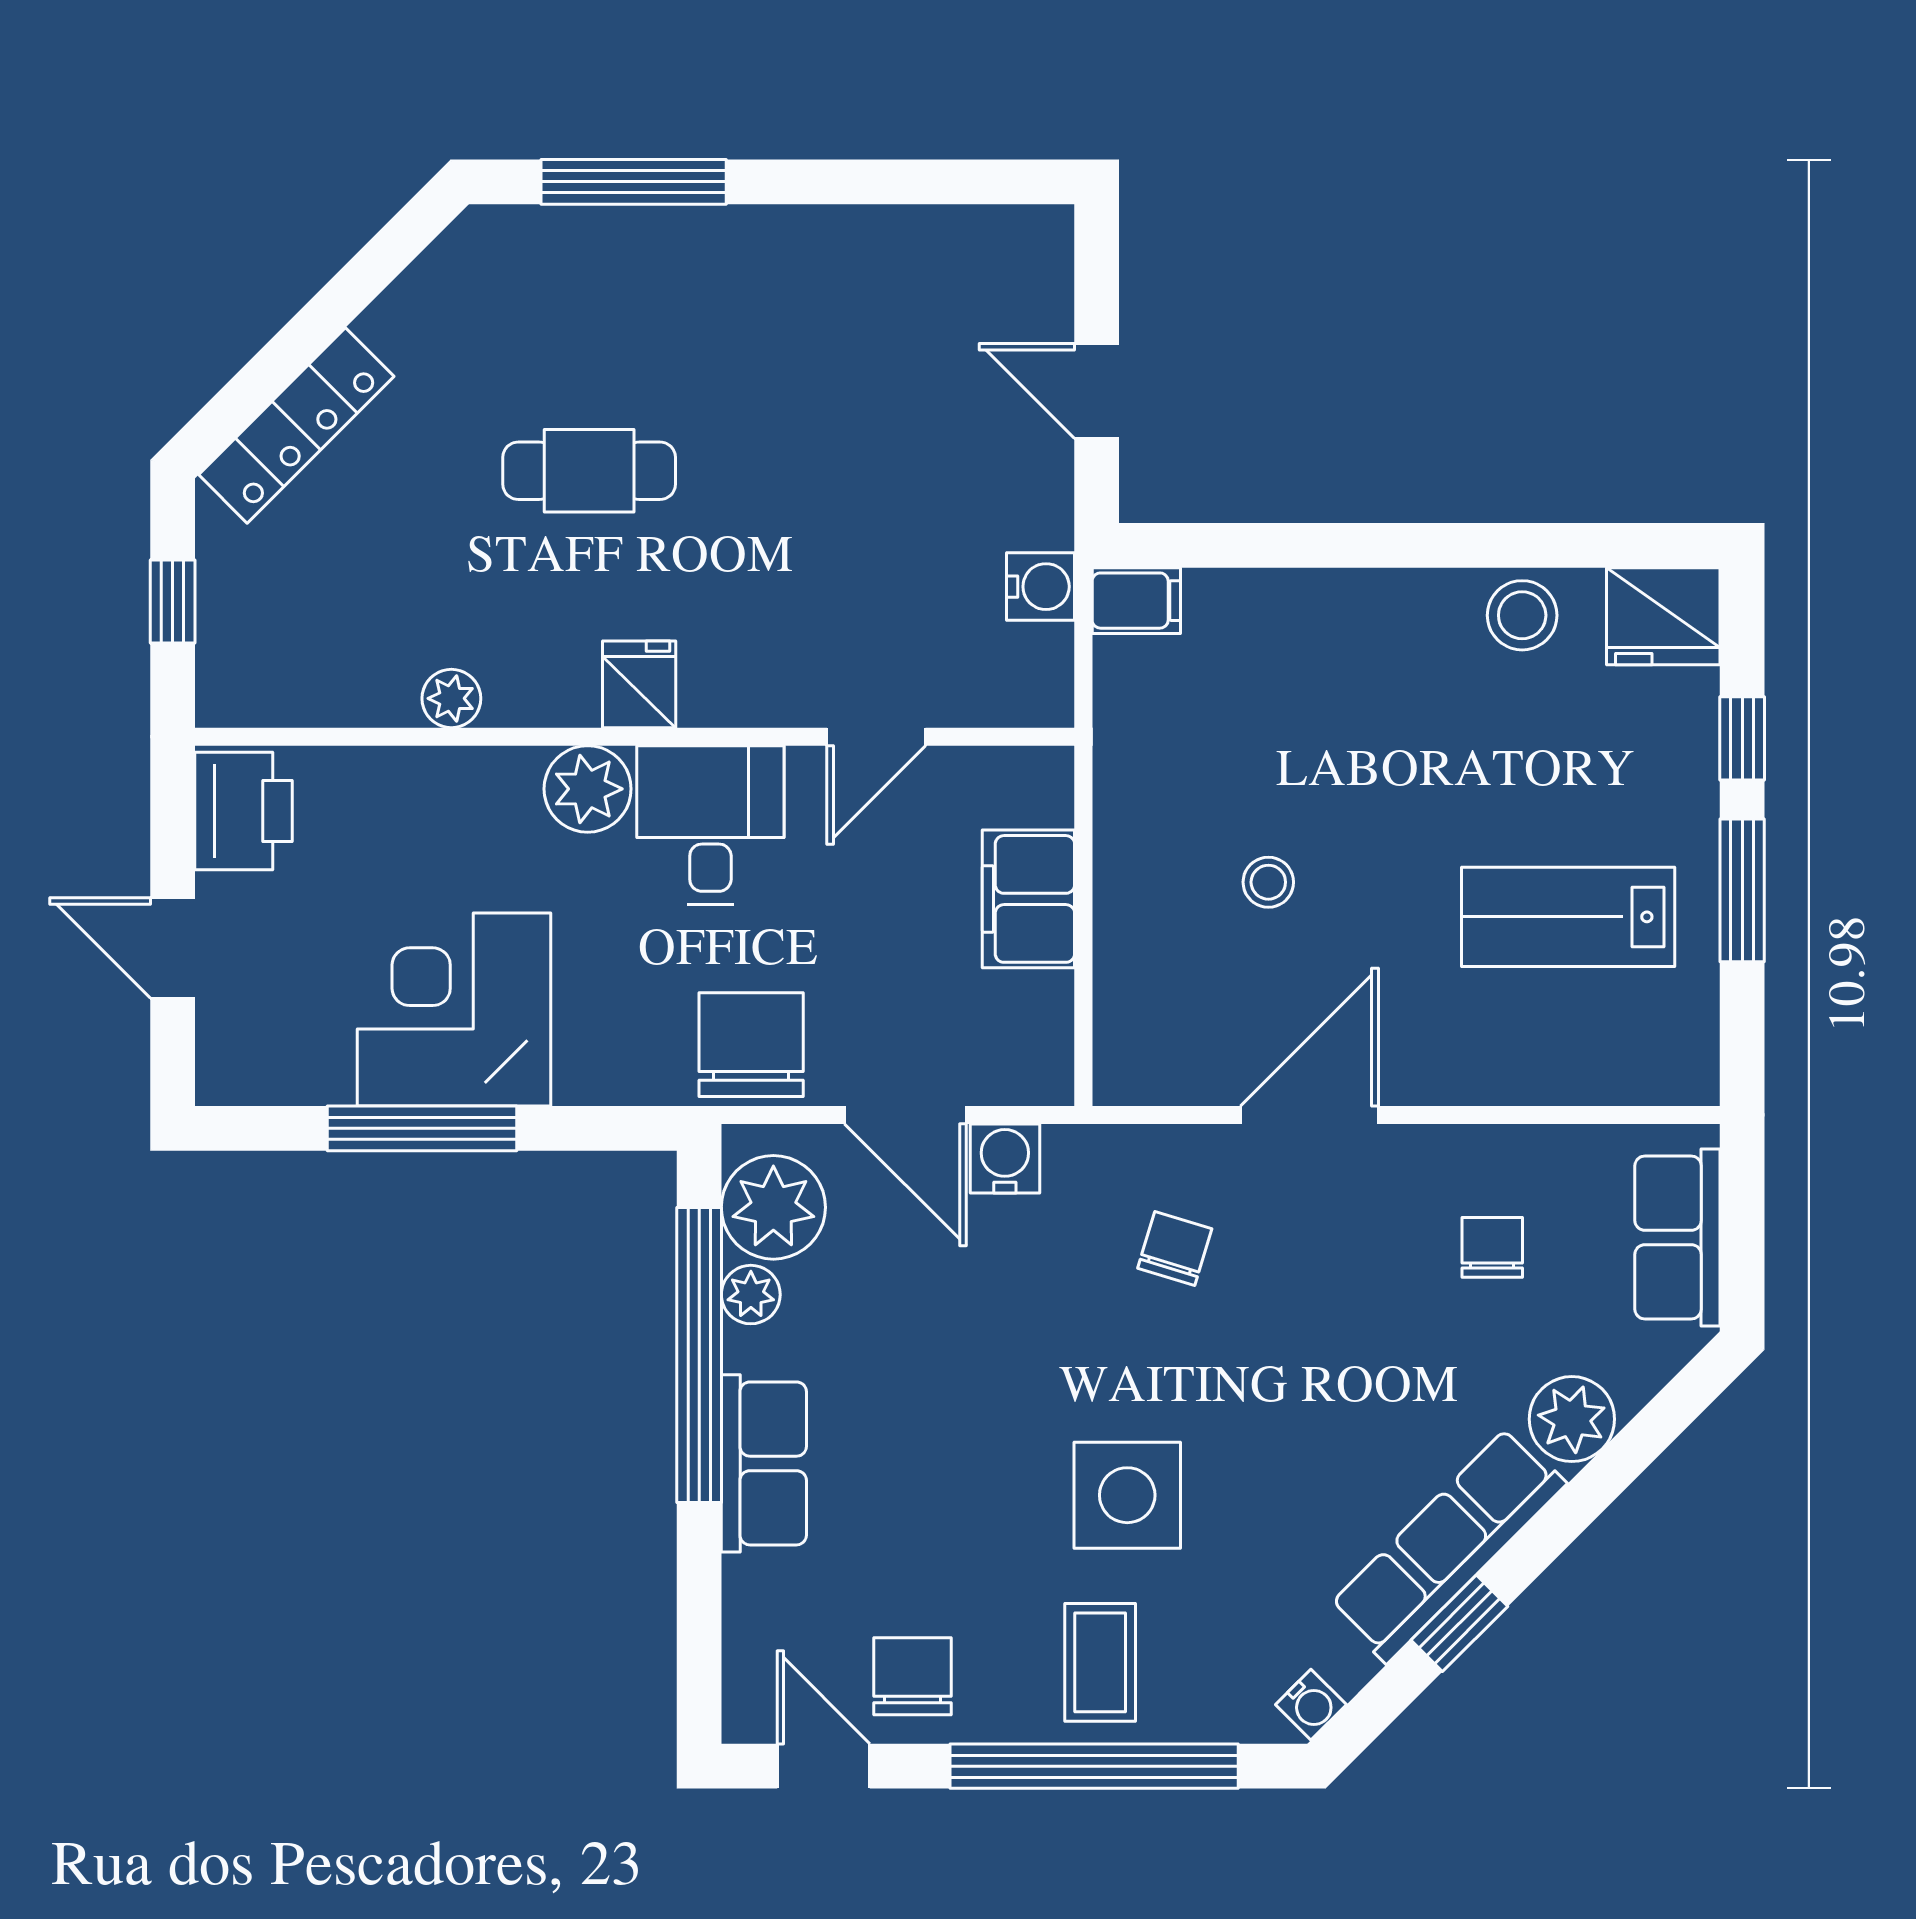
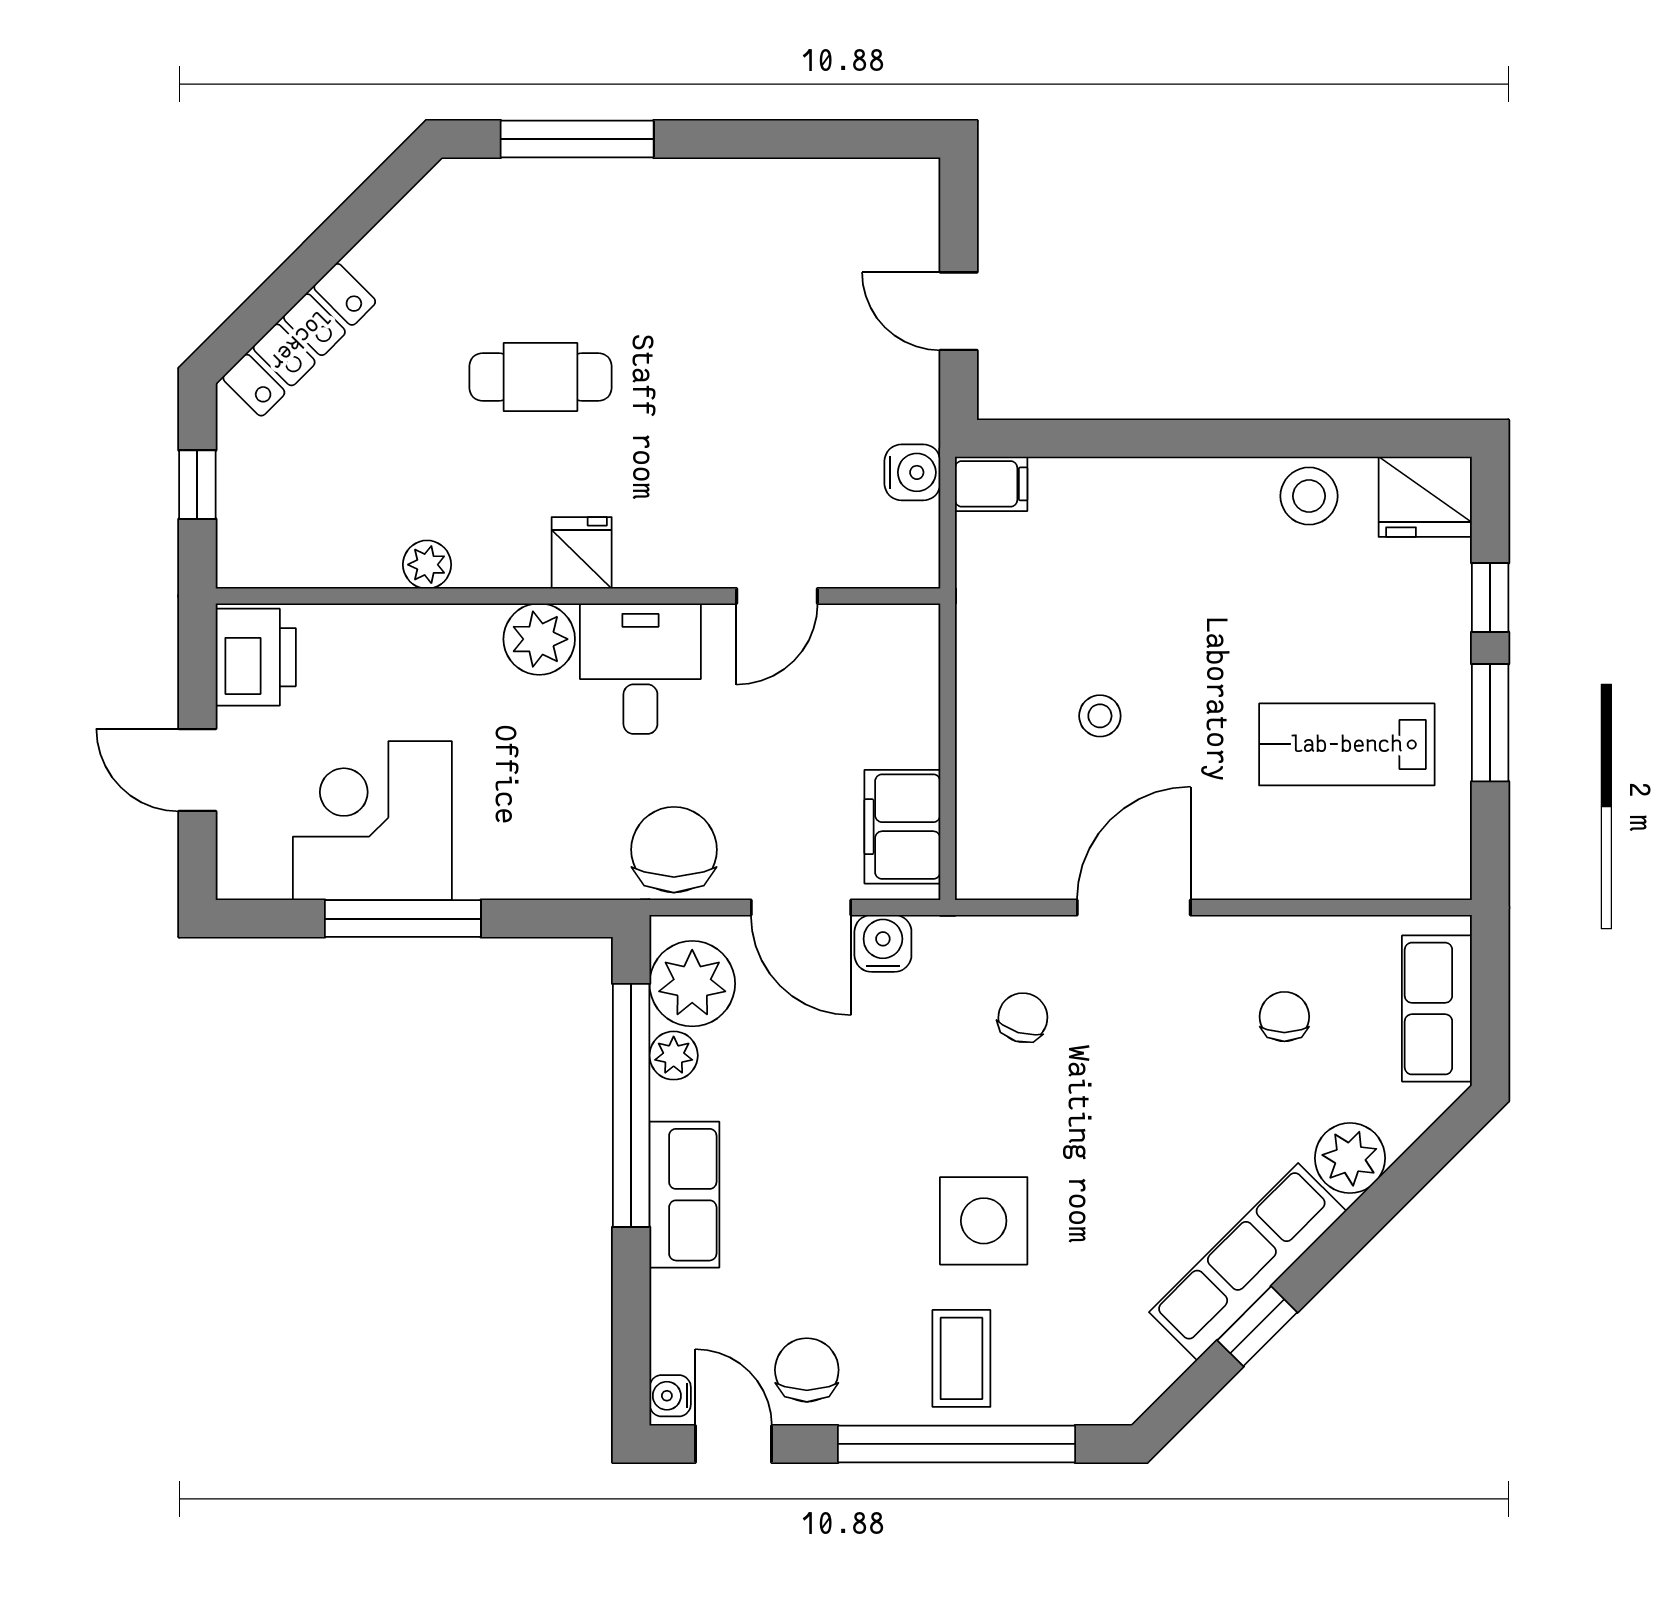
filing cabinet: (1028, 899) -> (902, 827), moved
corner desk: (454, 1009) -> (372, 821), moved
water cooler: (1311, 1705) -> (670, 1396), moved, turned 135

